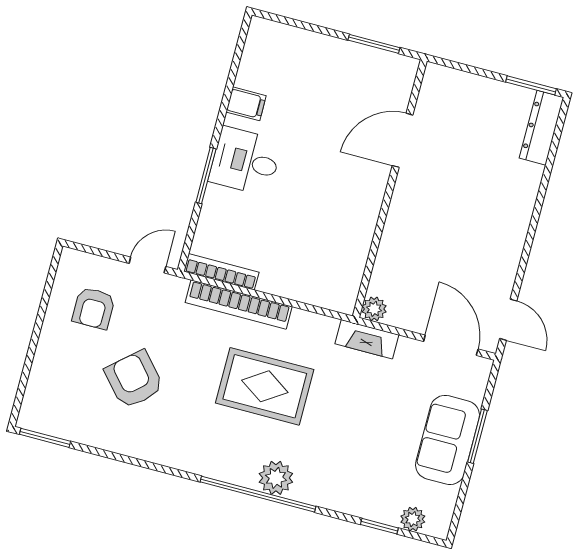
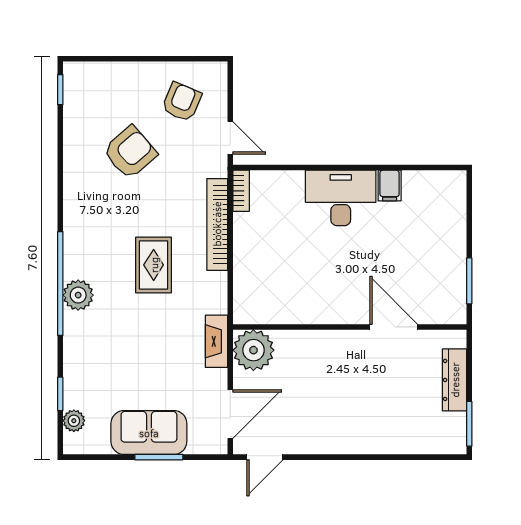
dresser: (542, 128) -> (455, 380), moved, turned -90
desk: (245, 161) -> (341, 198), width x1.37
window: (206, 176) -> (320, 168), removed
bookcase: (221, 272) -> (241, 191), width x0.64
armchair: (94, 308) -> (182, 102), turned 113
plant: (374, 309) -> (253, 350), width x1.87, depth x1.87
rug: (265, 386) -> (154, 265), width x0.73, depth x0.70
window: (45, 438) -> (60, 90), width x0.67

